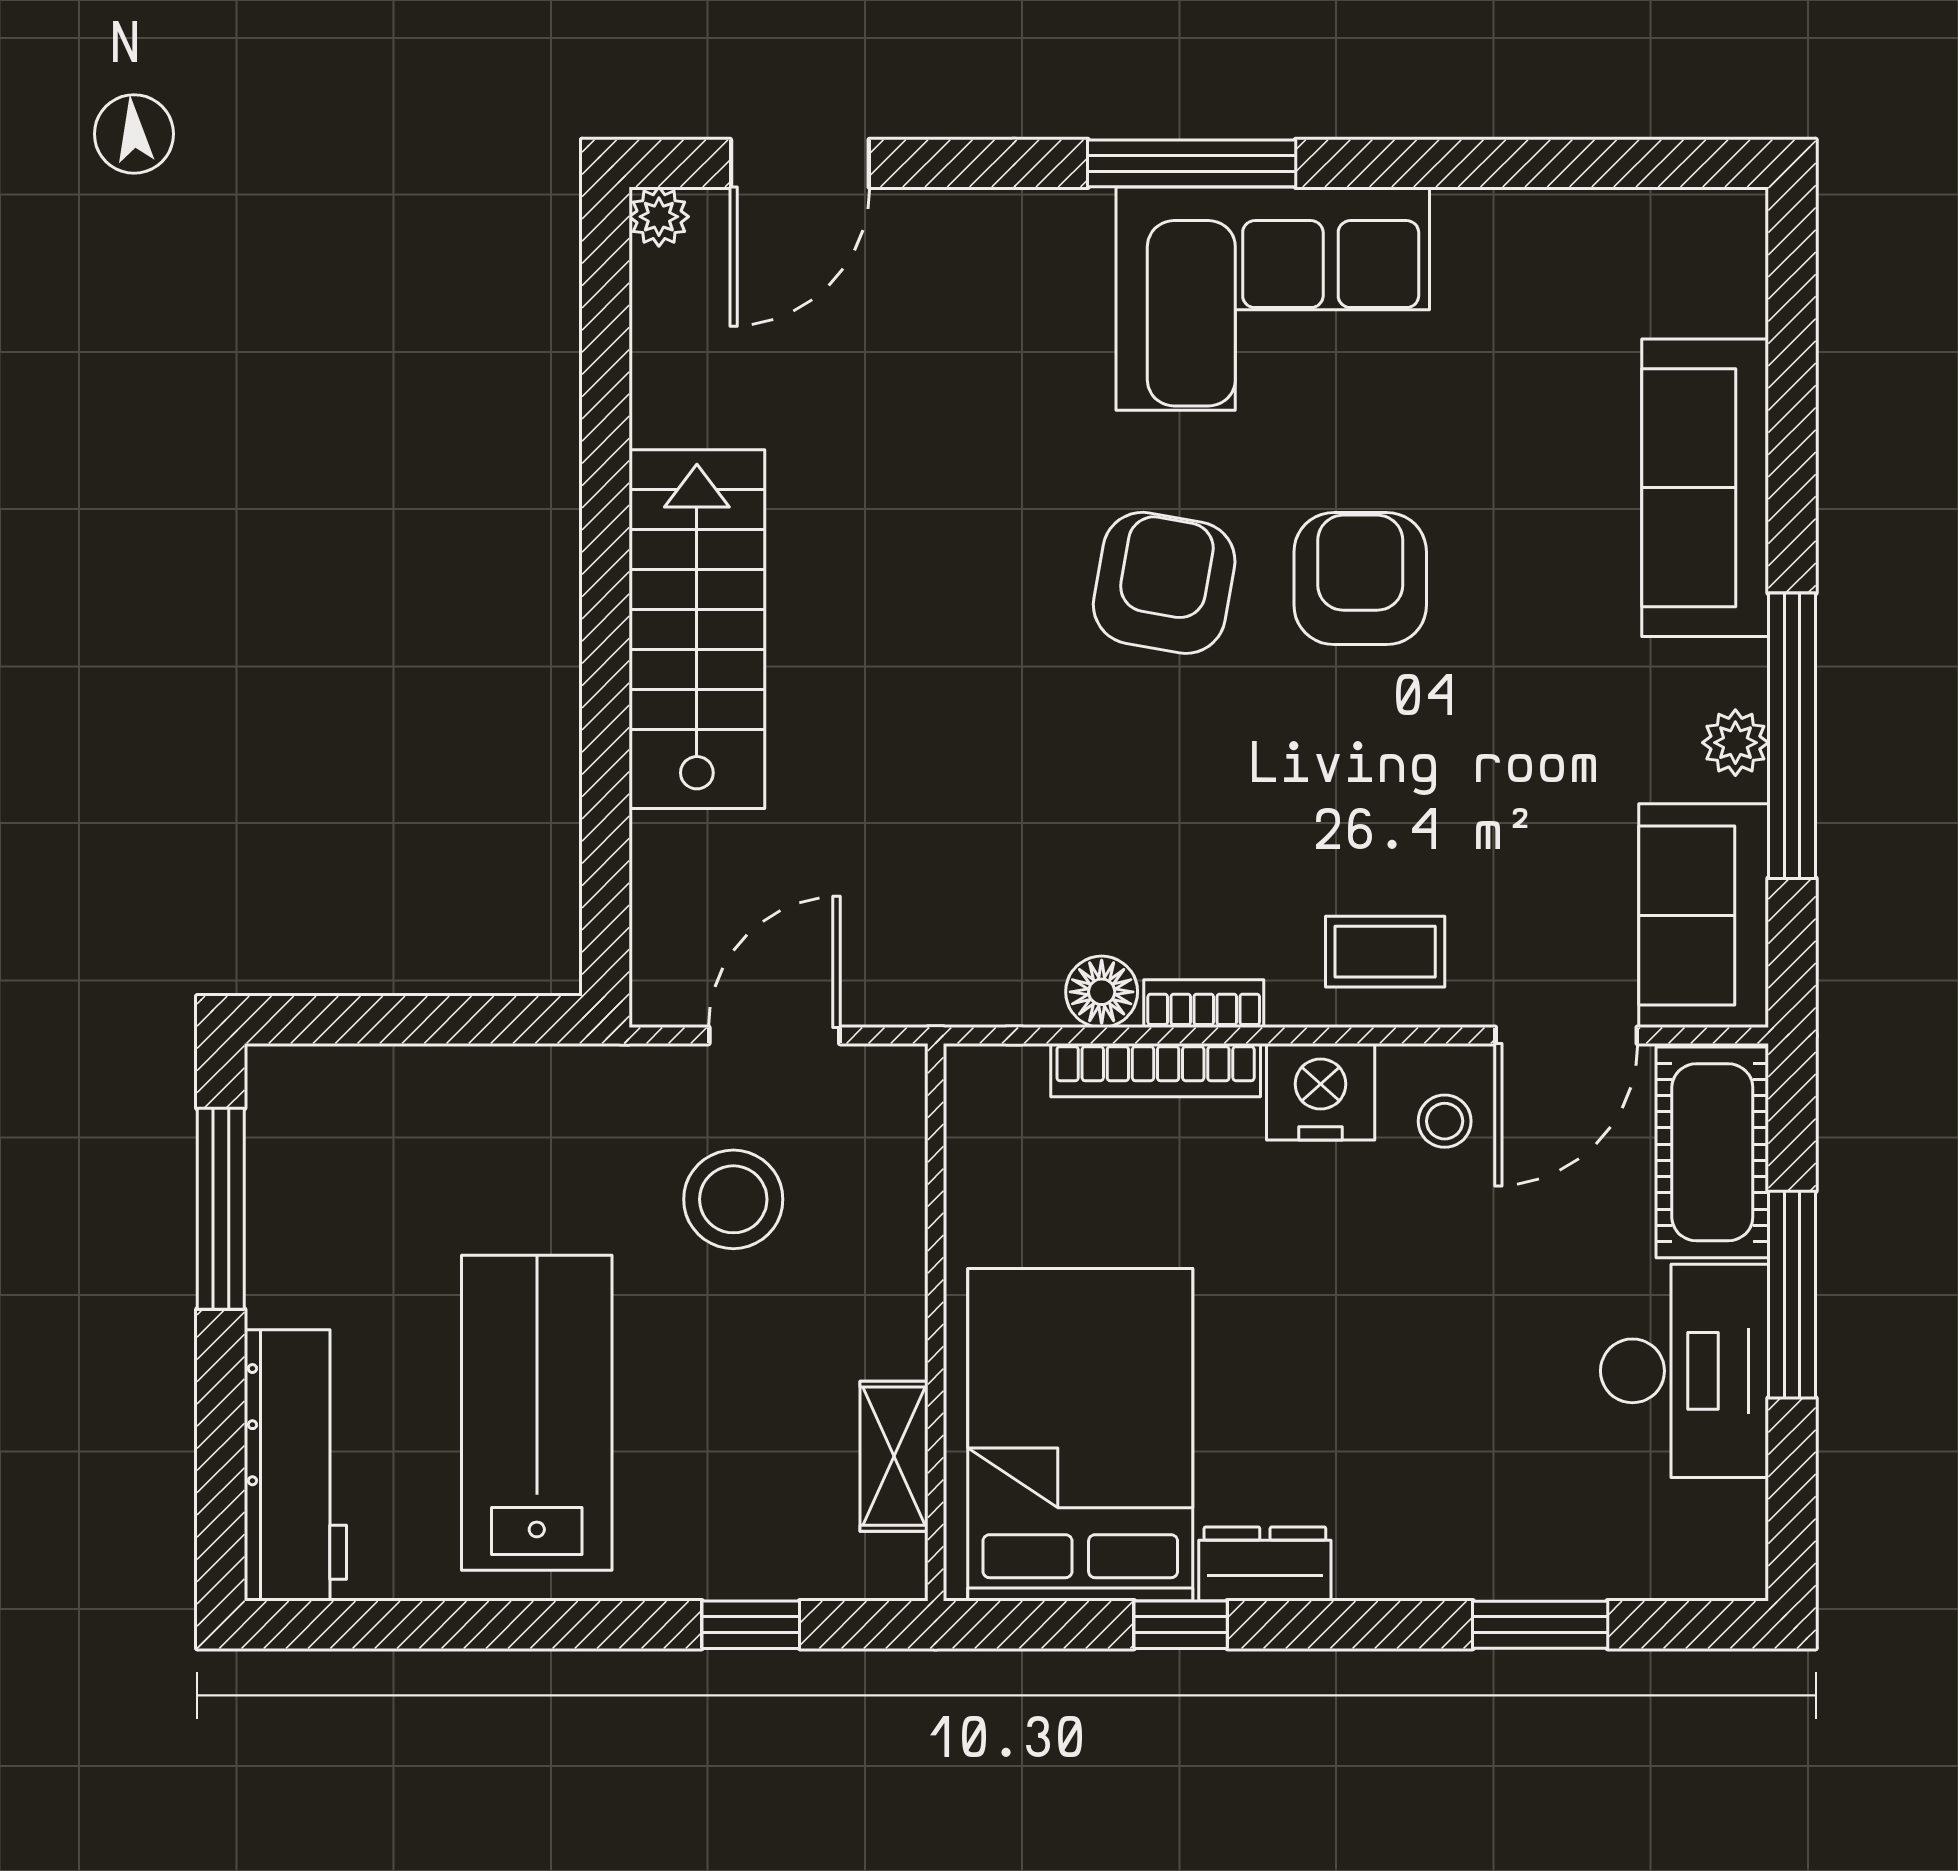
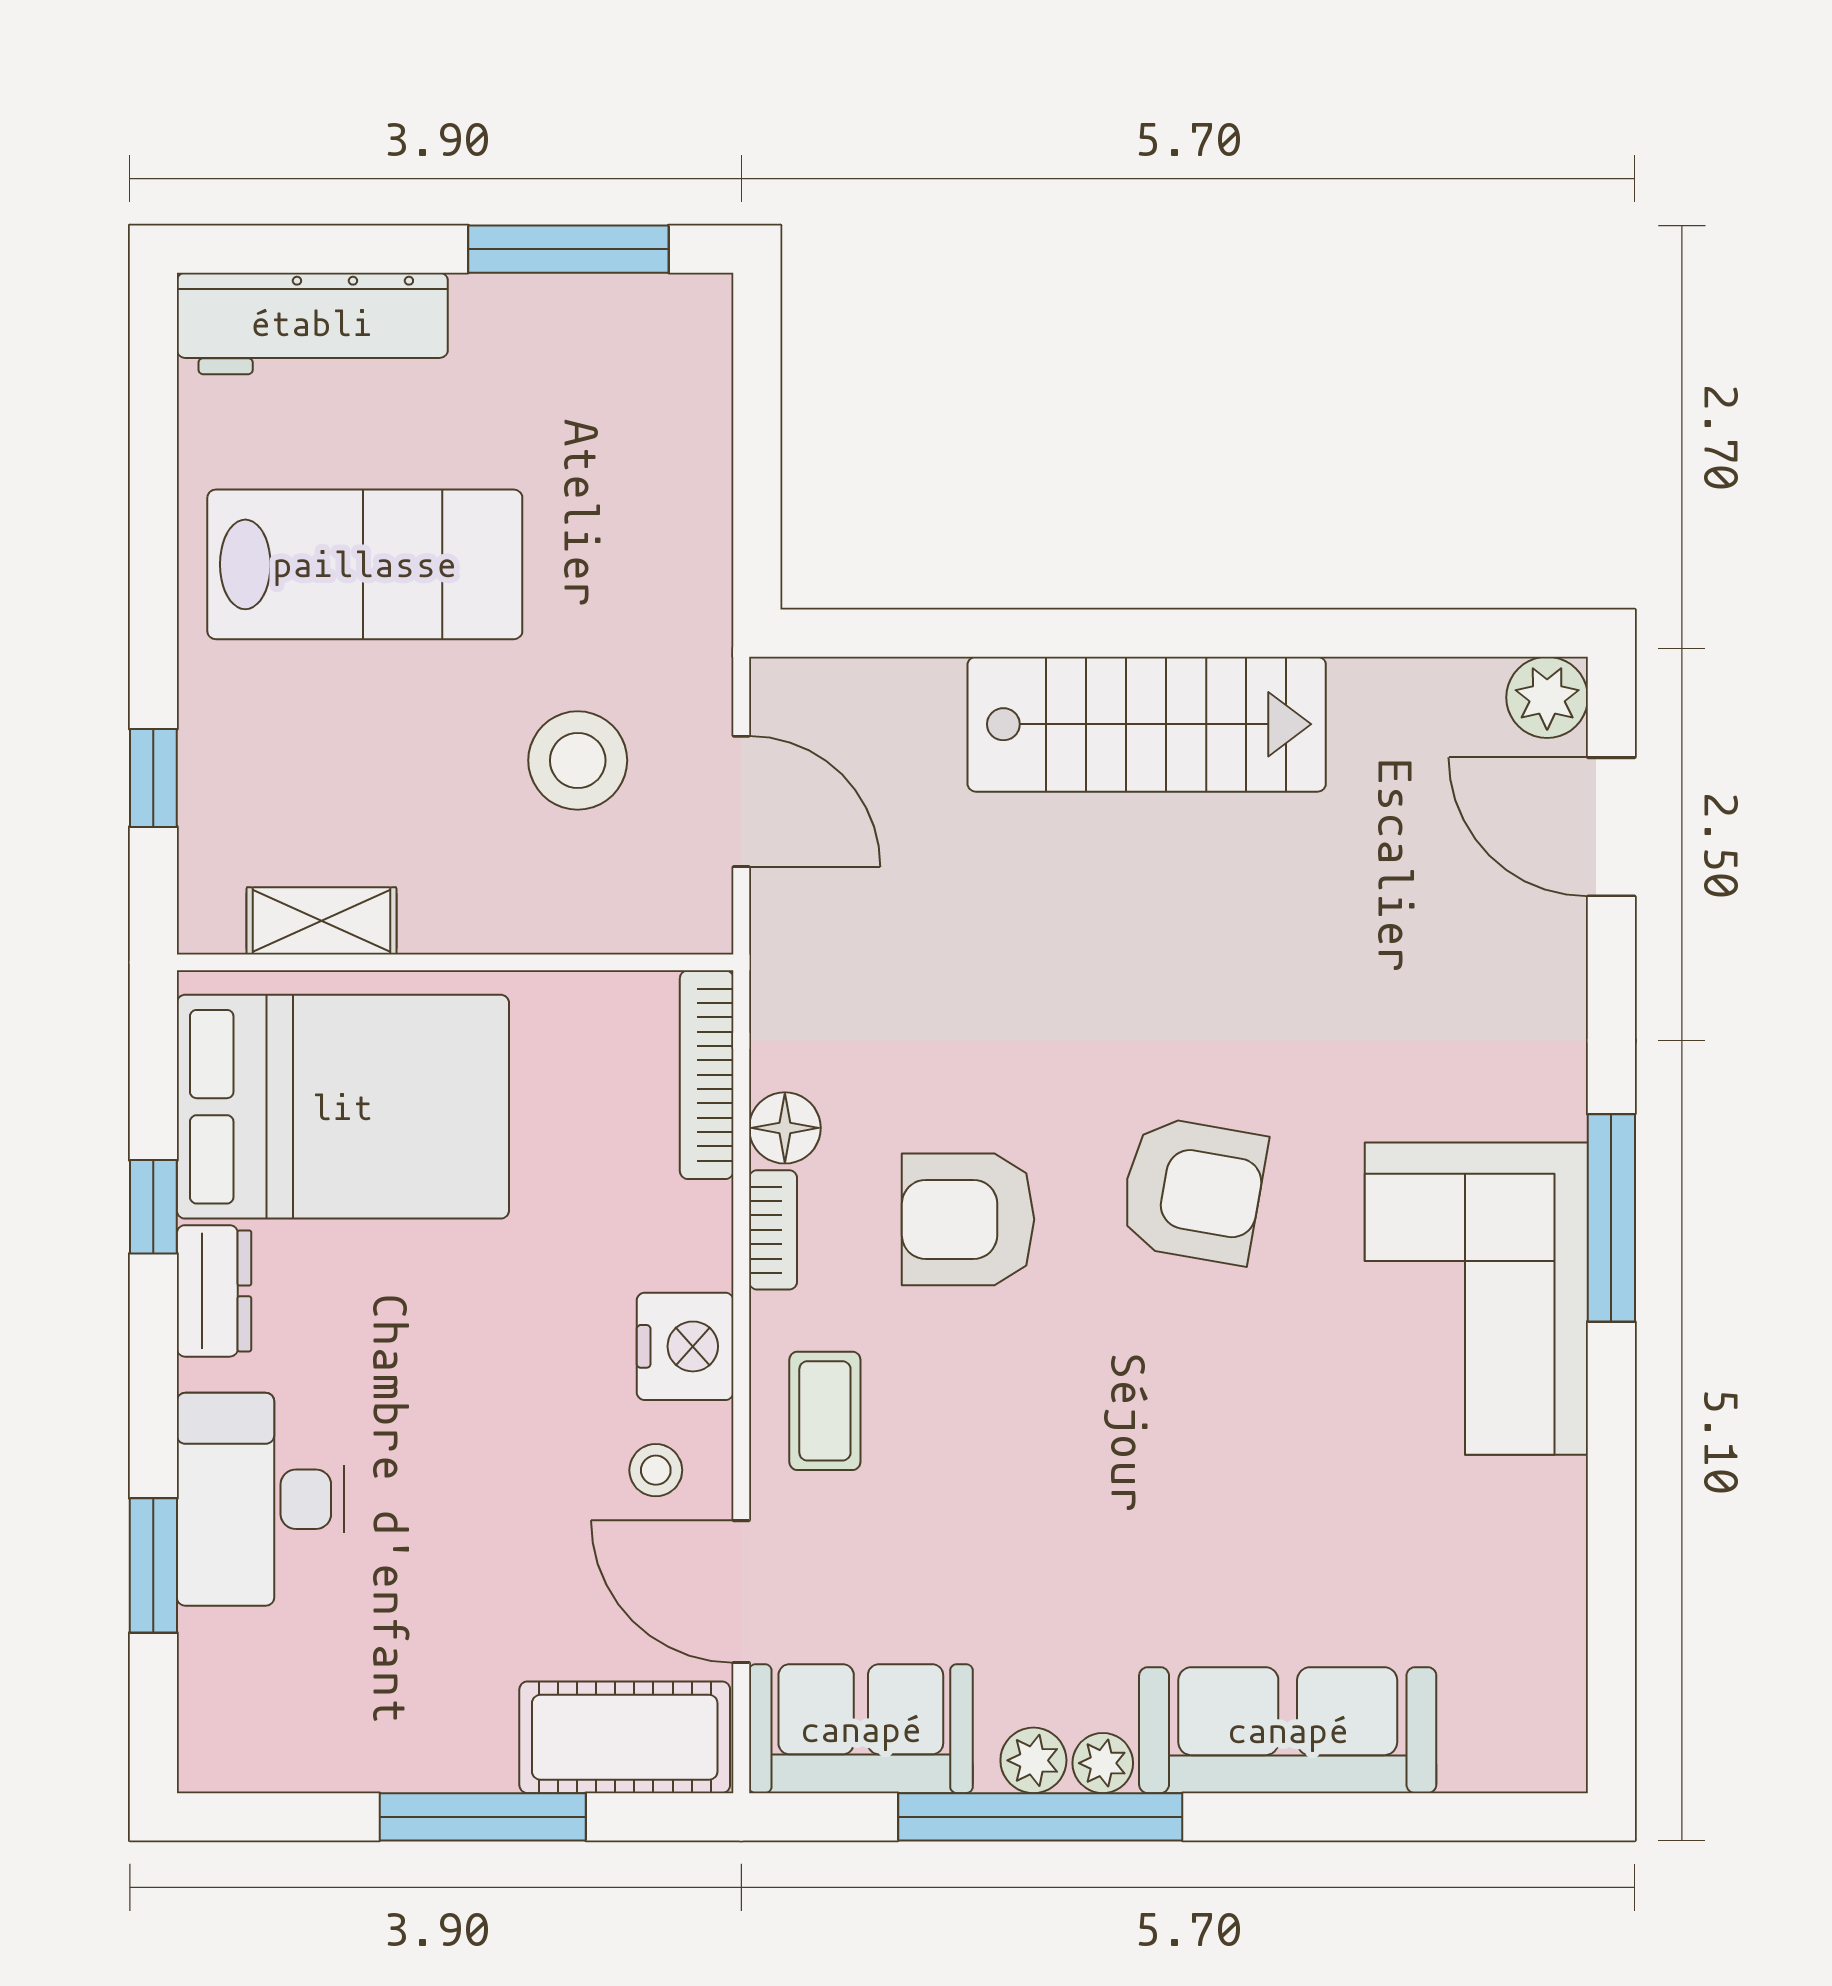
plant: (659, 217) -> (1547, 697), width x1.38, depth x1.38
armchair: (1360, 579) -> (968, 1219), moved, turned 180
plant: (1738, 673) -> (1103, 1763), added
bookcase: (1156, 1070) -> (707, 1075), moved
desk: (1684, 1371) -> (261, 1499), moved, turned 90

